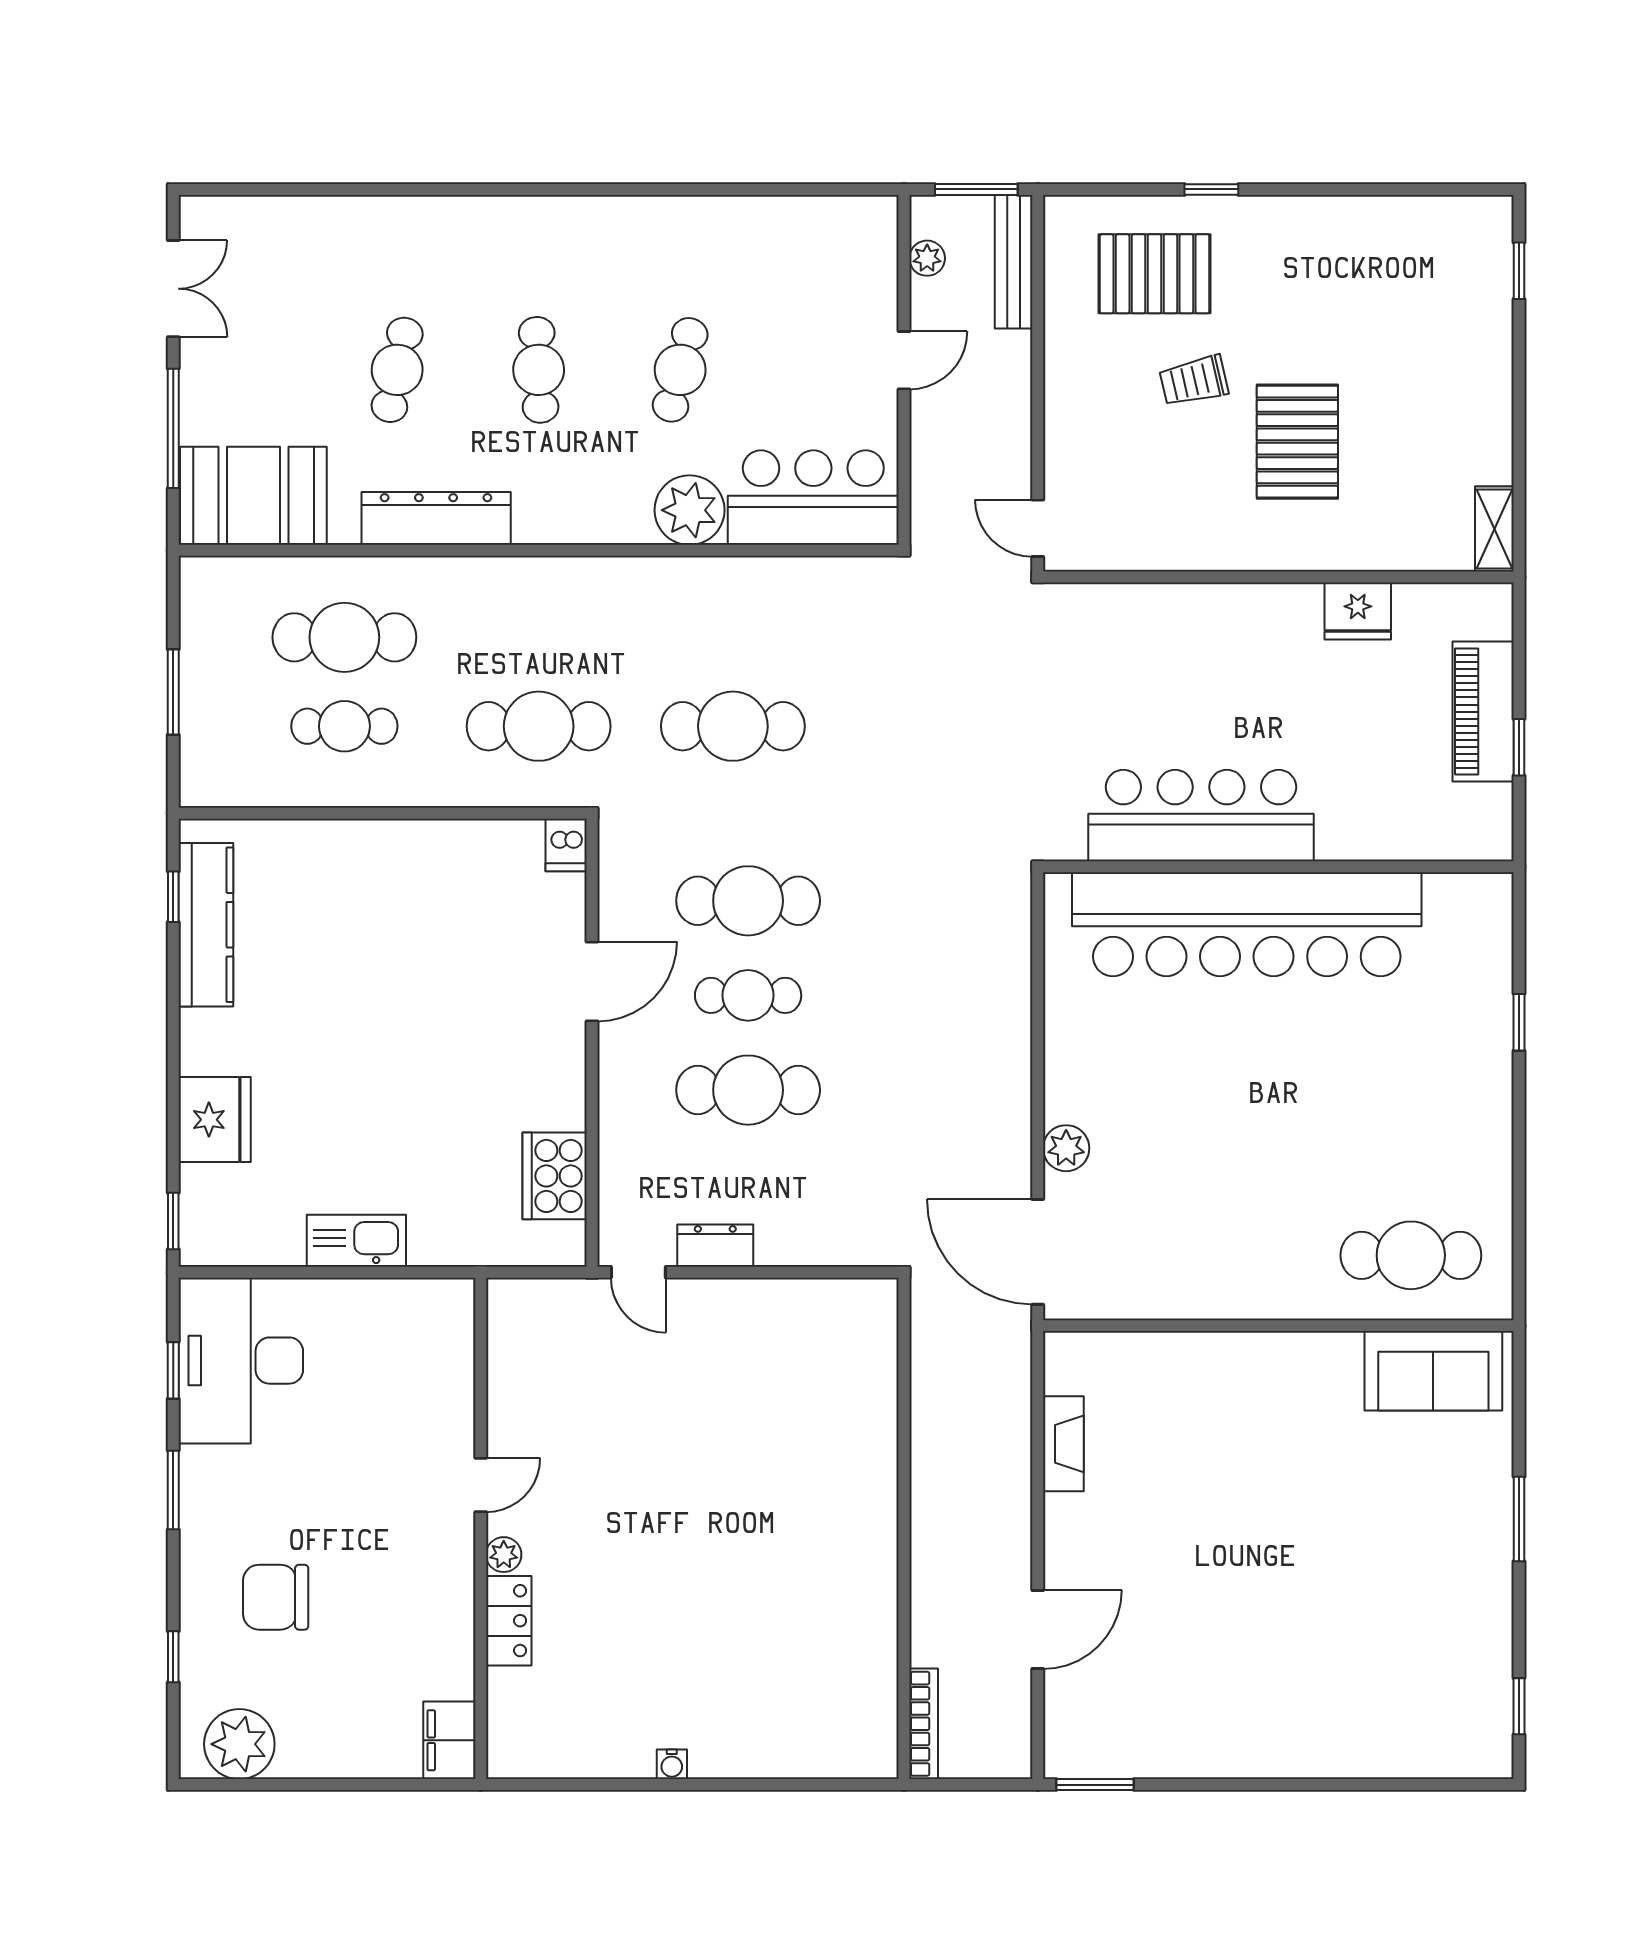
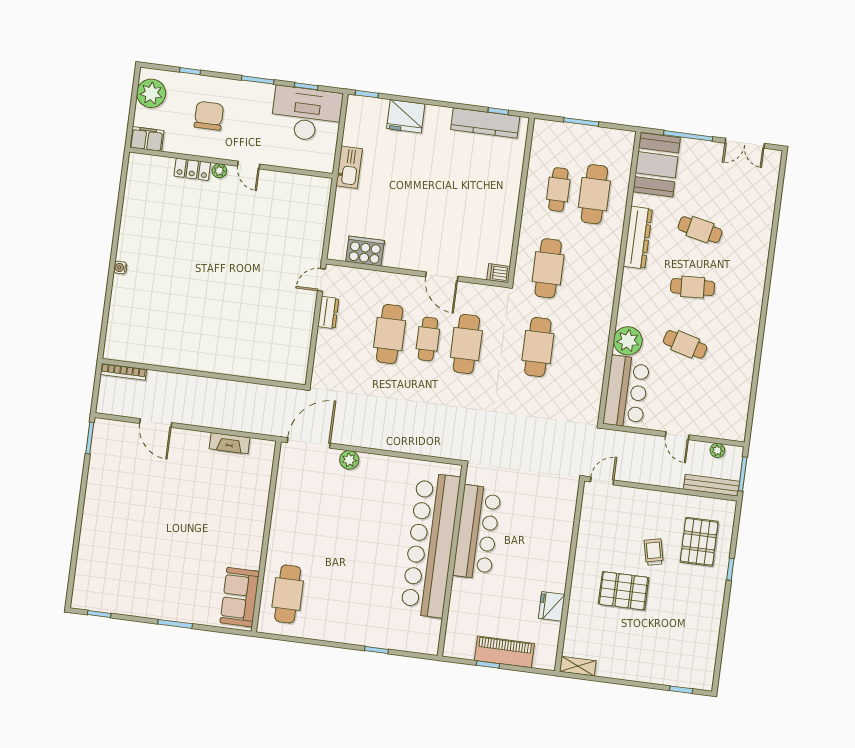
door: (481, 1485) -> (249, 165), moved
wall: (481, 1528) -> (231, 163), moved
plant: (504, 1555) -> (219, 171), moved
locker: (509, 1621) -> (192, 169), moved
filing cabinet: (449, 1740) -> (147, 139), moved

